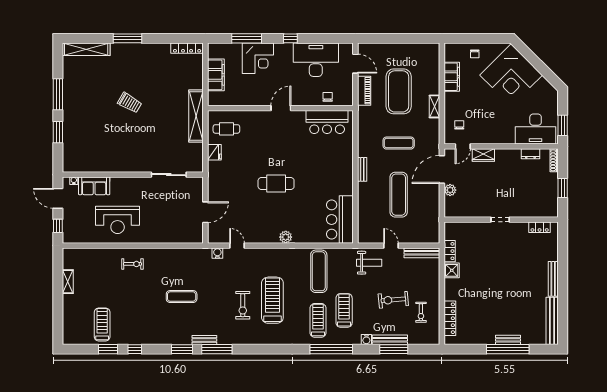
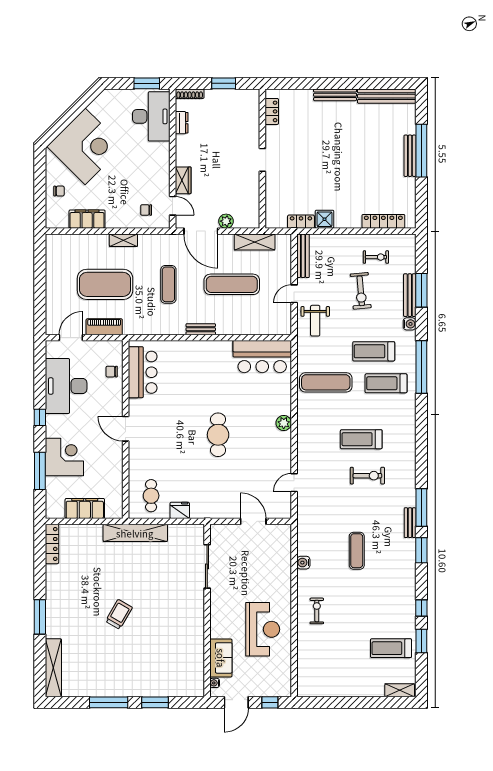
shelving: (433, 213) -> (255, 242), added
water cooler: (217, 253) -> (303, 563), moved
weight bench: (369, 263) -> (315, 321), turned 180
shelving: (68, 282) -> (400, 690), moved
treadmill: (272, 300) -> (361, 439), width x0.73, depth x0.73
bench: (508, 340) -> (410, 156), width x1.36

